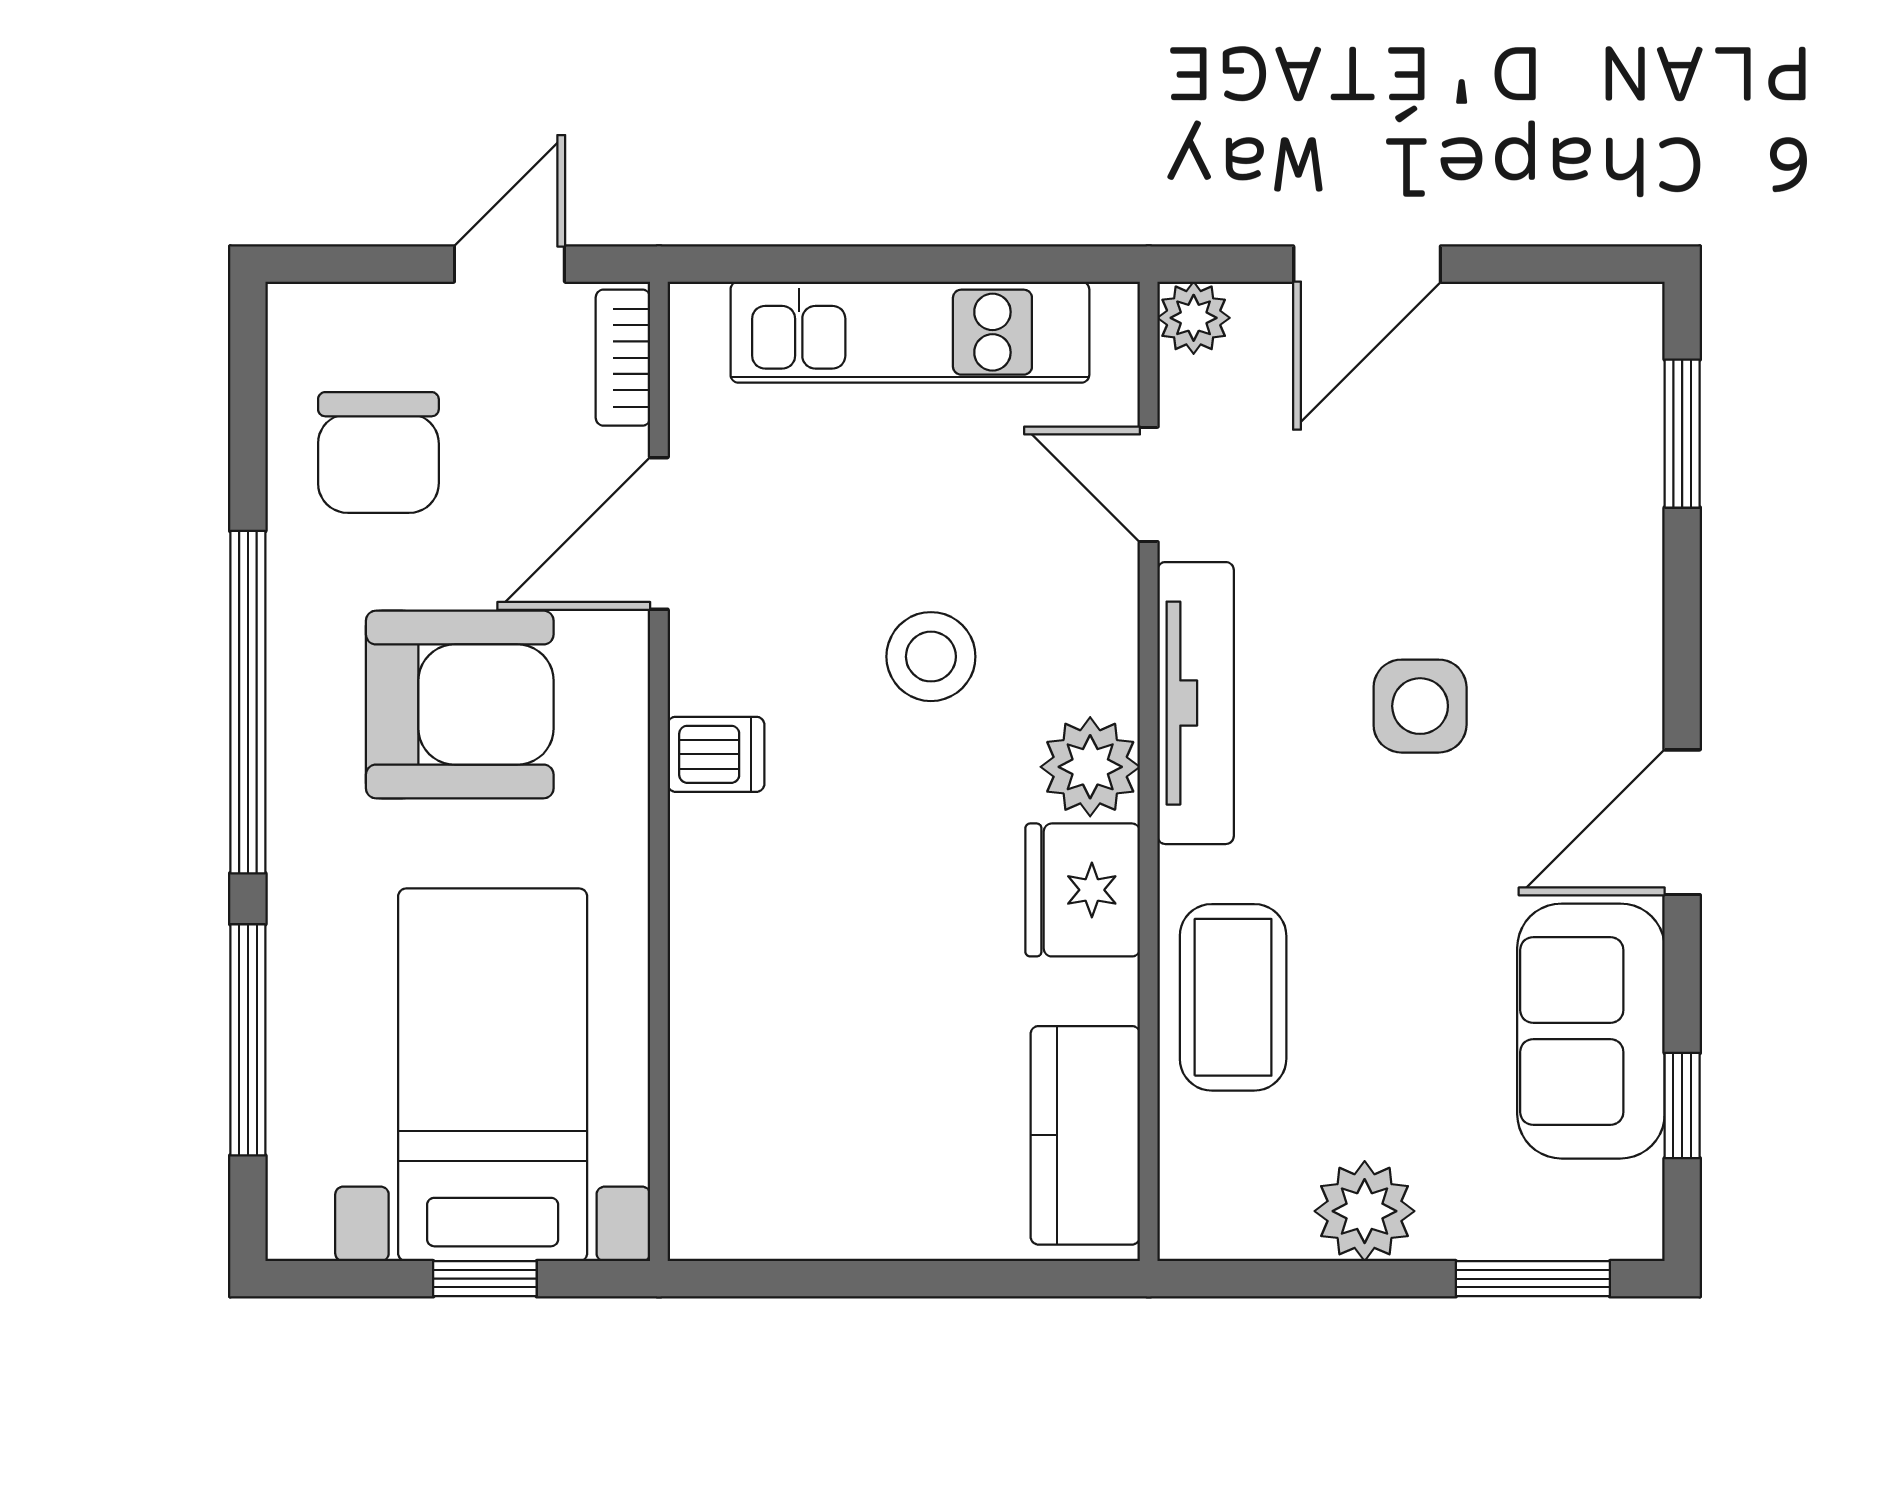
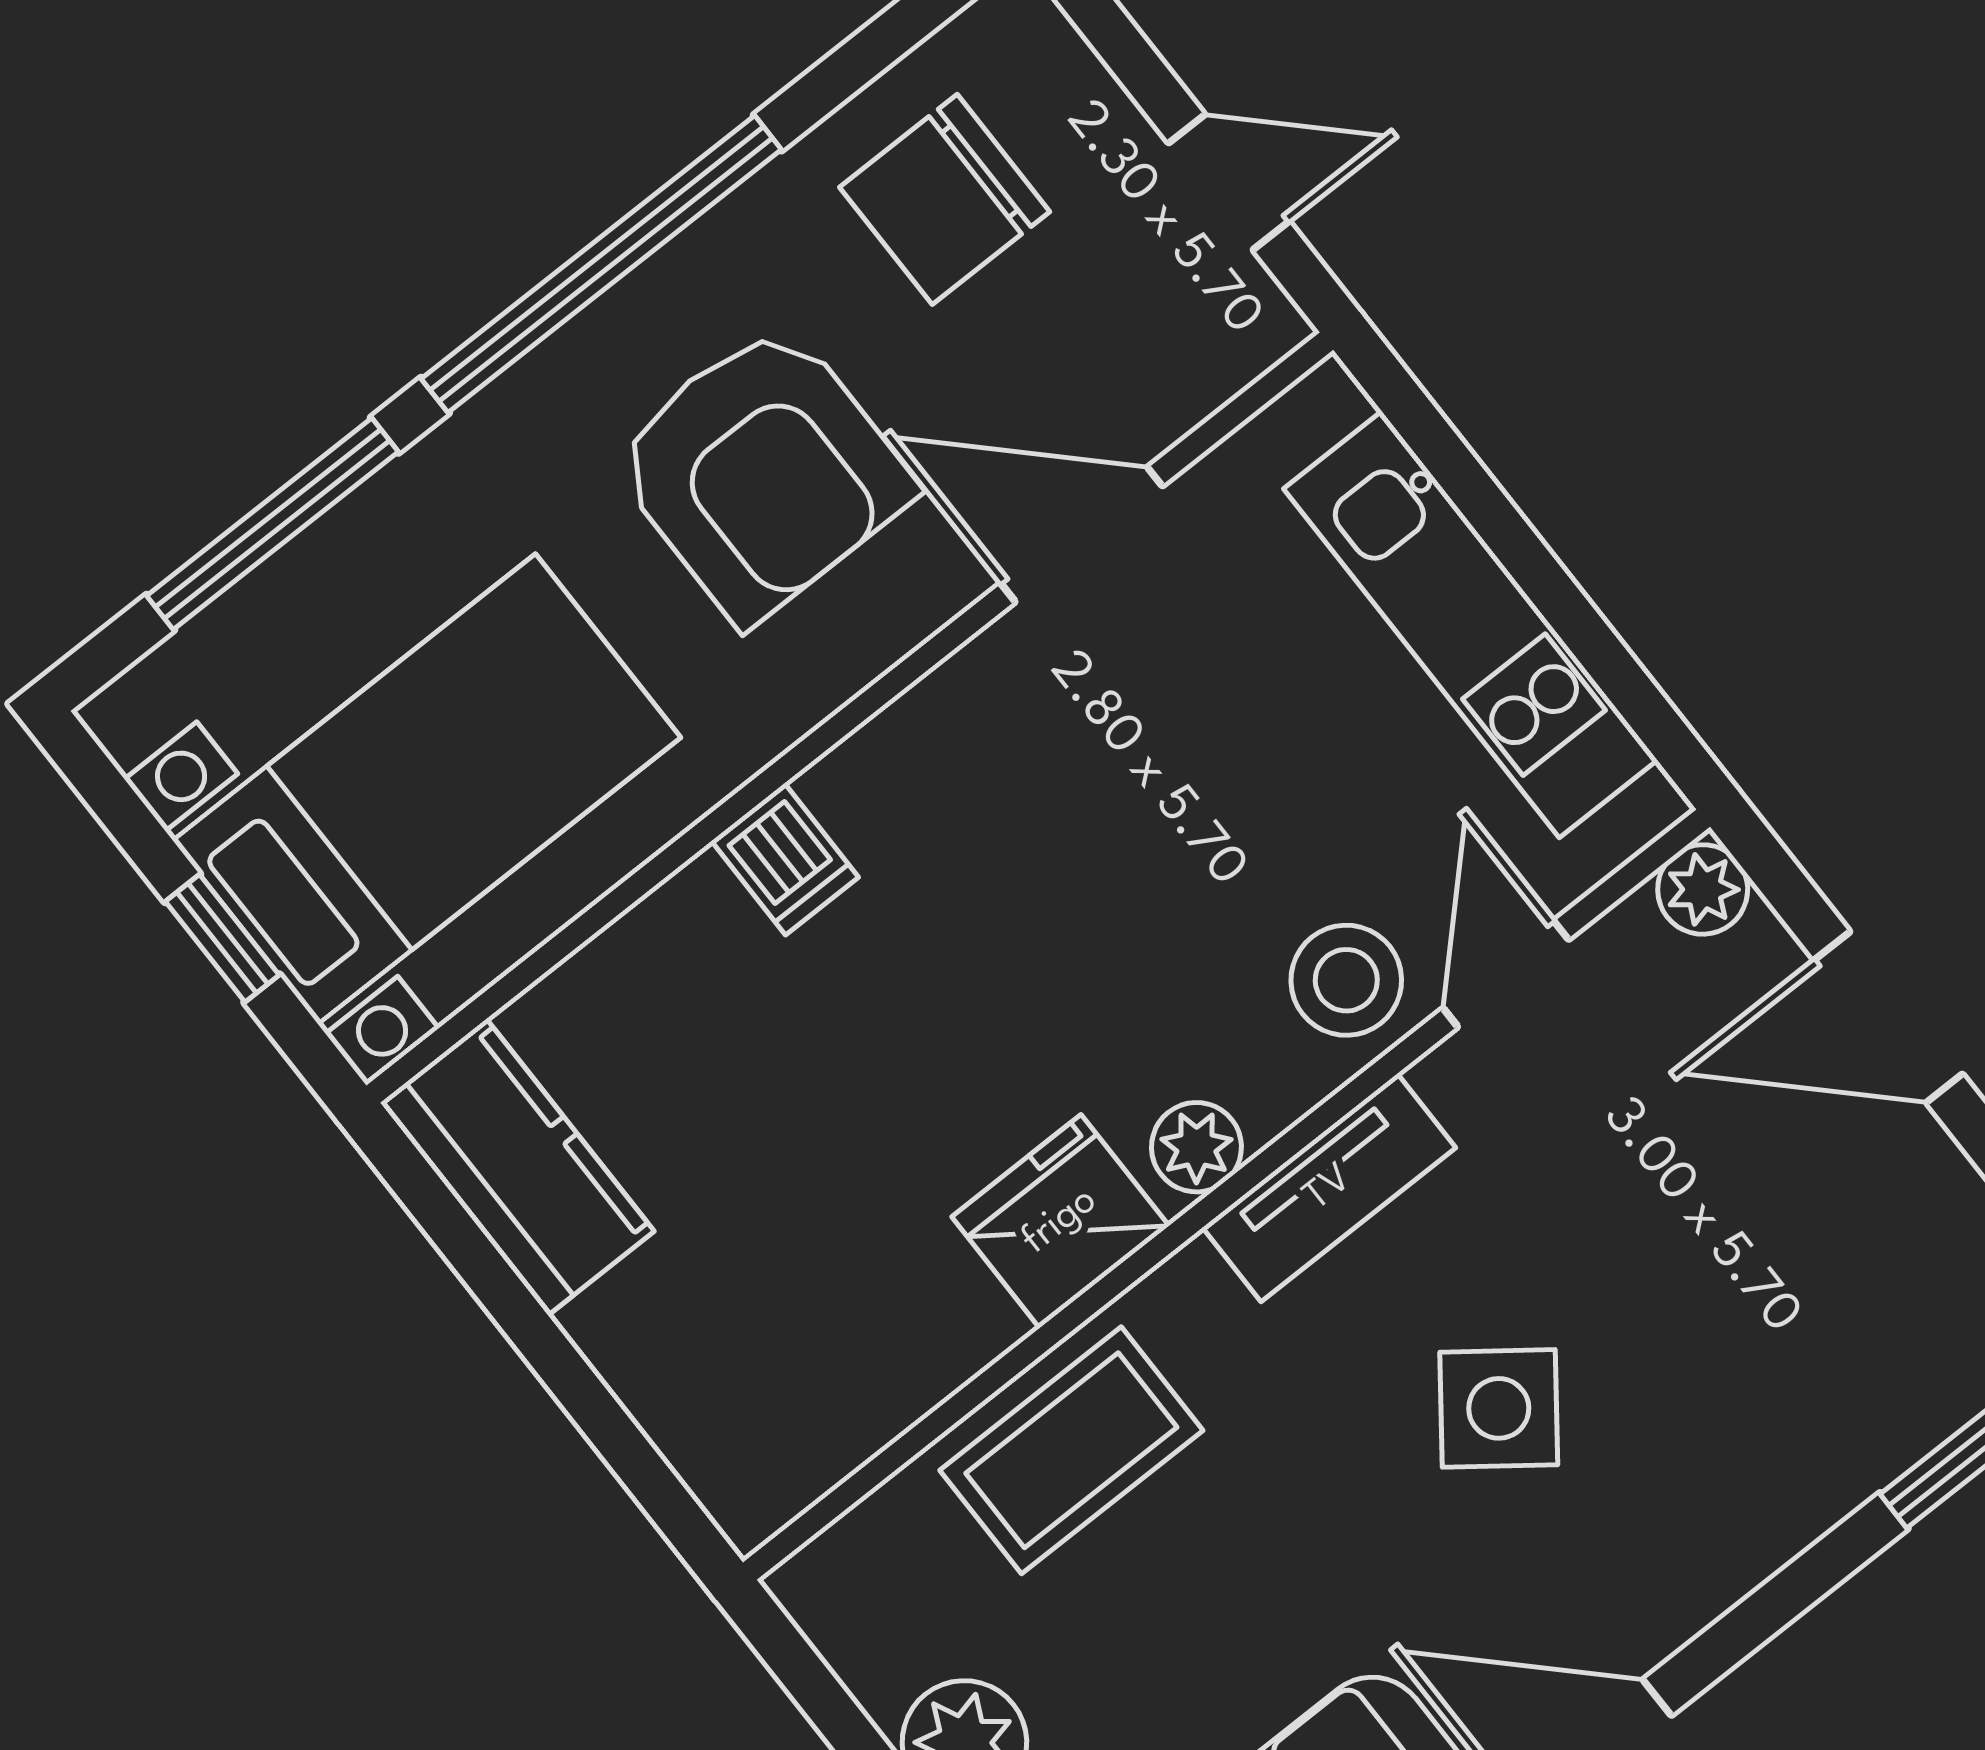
bookcase: (623, 358) -> (1225, 364), removed
stool: (931, 657) -> (1346, 980), moved
tv unit: (1196, 703) -> (1329, 1188), width x0.71
side table: (1420, 706) -> (1499, 1408), turned 37
dishwasher: (716, 754) -> (785, 859), moved
plant: (1090, 767) -> (1196, 1147), width x0.73, depth x0.73
kitchen counter: (1085, 1135) -> (517, 1167), moved, turned 90

